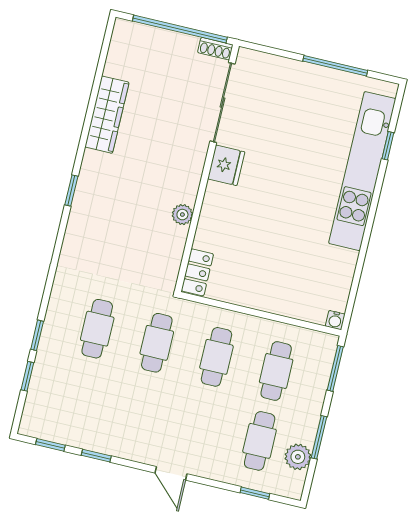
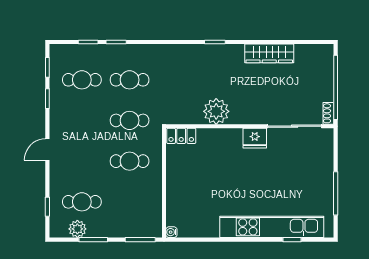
plant: (182, 215) -> (216, 111), width x1.87, depth x1.87
cafe table: (276, 371) -> (82, 80), moved

